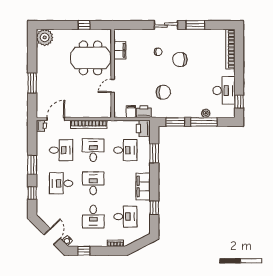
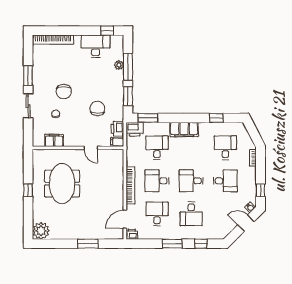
filing cabinet: (120, 50) -> (54, 140), moved
wall: (113, 73) -> (78, 148), moved
door: (113, 86) -> (91, 148), moved
door: (56, 119) -> (125, 219), hinge flipped
window: (154, 153) -> (148, 118), moved
filing cabinet: (143, 187) -> (184, 129), moved

